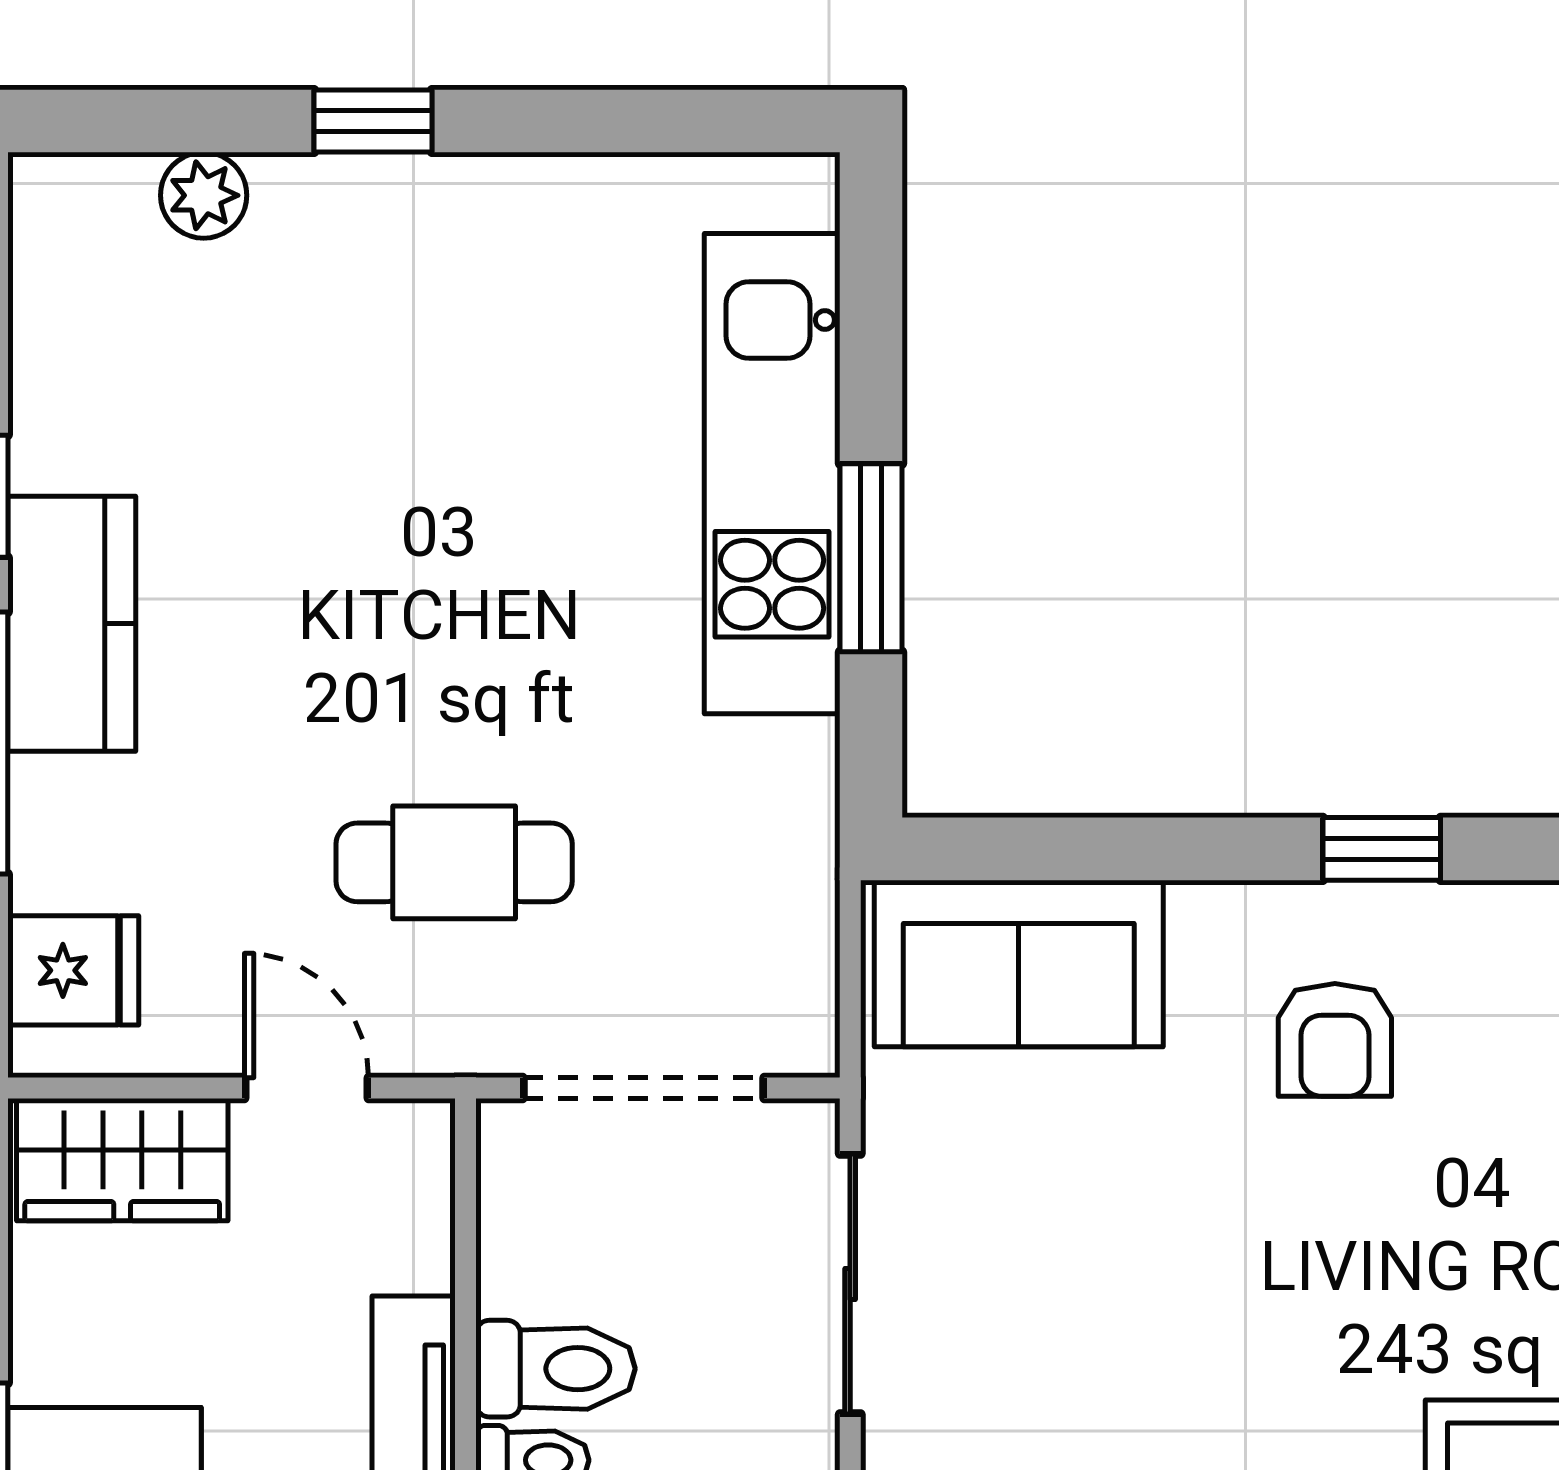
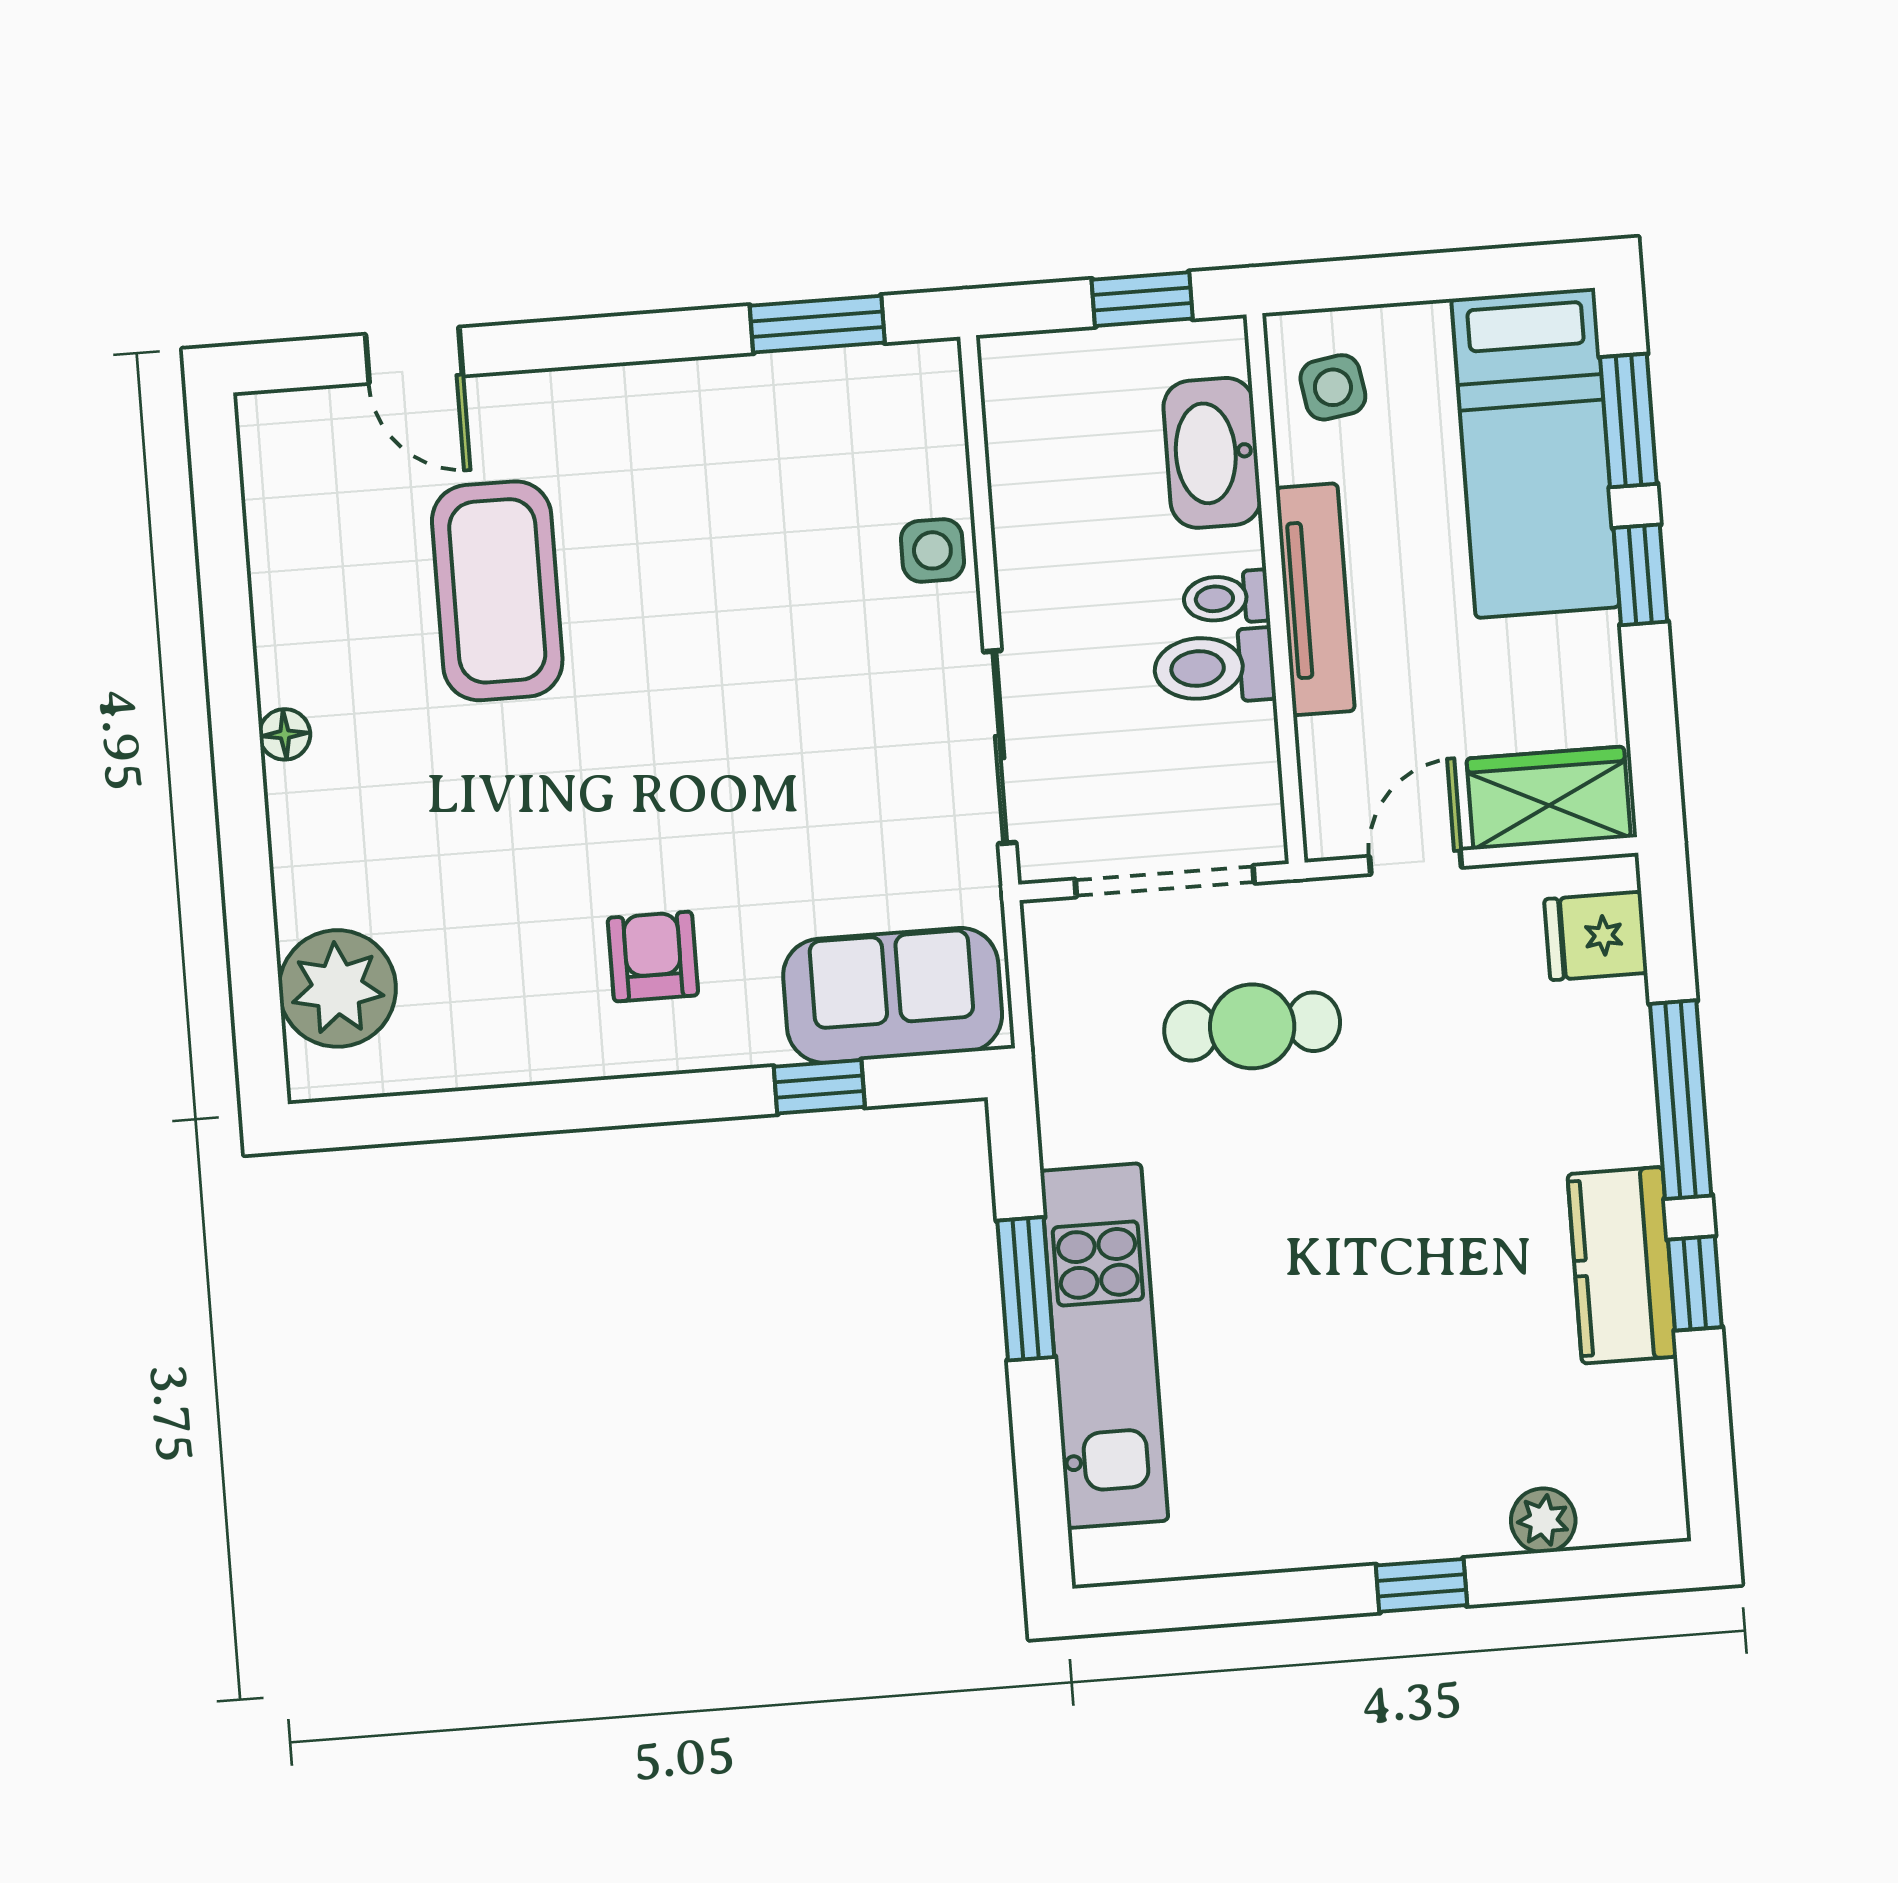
kitchen counter: (72, 624) -> (1622, 1265), moved
window: (1382, 849) -> (819, 1087), moved
cafe table: (454, 862) -> (1252, 1026), moved
door: (307, 1088) -> (1416, 862), swing flipped

